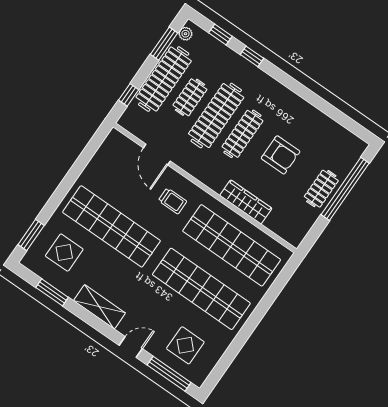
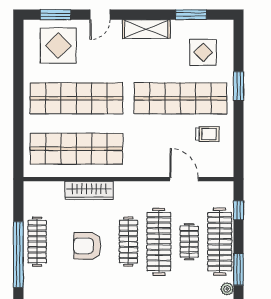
clothes rail: (321, 189) -> (37, 242), width x1.36
trolley: (173, 201) -> (208, 134), moved, turned 180
window: (31, 235) -> (238, 86), moved
display table: (185, 345) -> (58, 46), width x1.36, depth x1.36
window: (169, 374) -> (56, 15), width x0.69

